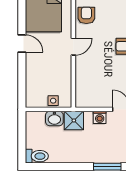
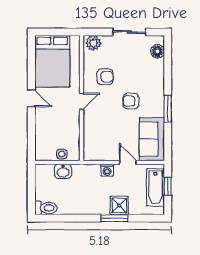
armchair: (86, 15) -> (105, 77), moved, turned 90
shower: (74, 120) -> (119, 205), moved

